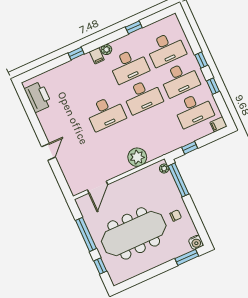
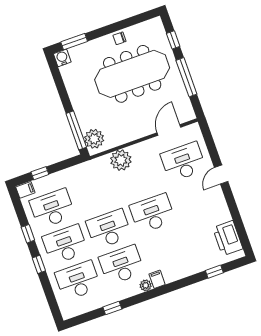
window: (76, 54) -> (214, 272), moved
window: (190, 148) -> (40, 173), moved
desk: (83, 160) -> (183, 162), added
plant: (164, 169) -> (94, 139), width x1.87, depth x1.87
chair: (176, 216) -> (119, 38), moved

